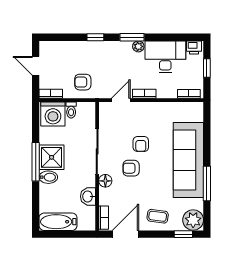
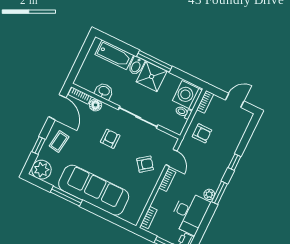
armchair: (83, 82) -> (202, 133), turned 90
armchair: (141, 144) -> (145, 164), moved, turned 143
floor lamp: (105, 181) -> (95, 105), moved
bathtub: (58, 222) -> (114, 55), moved, turned 90
window: (183, 234) -> (39, 146), moved

